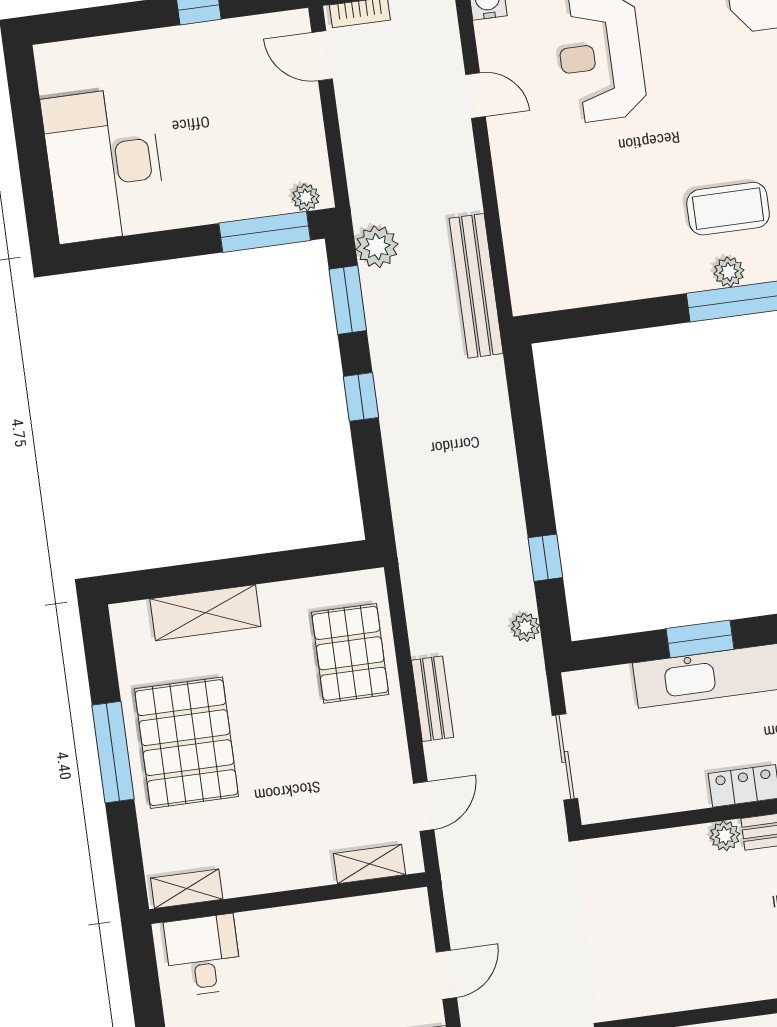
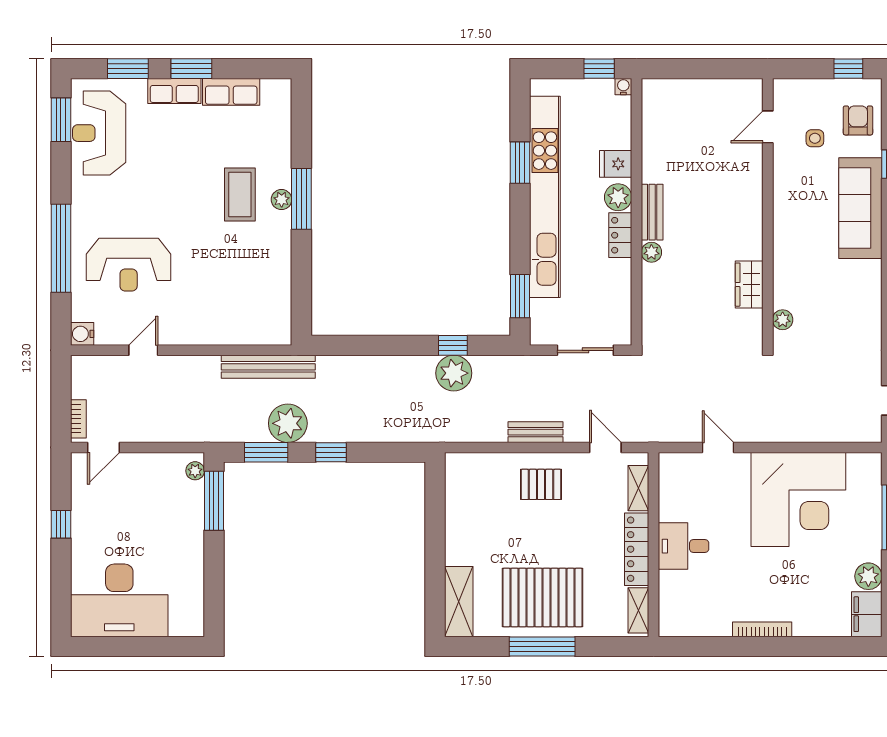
desk: (104, 165) -> (119, 600), moved
plant: (377, 247) -> (288, 423), moved, width x1.36, depth x1.36
shelving: (205, 613) -> (459, 602), moved
plant: (525, 627) -> (454, 373), moved, width x1.88, depth x1.88
window: (700, 639) -> (520, 296), moved
pallet: (350, 653) -> (541, 484), moved, width x0.67, depth x0.71
locker: (278, 874) -> (637, 549), added
desk: (203, 955) -> (684, 546), moved
wardrobe: (696, 988) -> (749, 285), added

